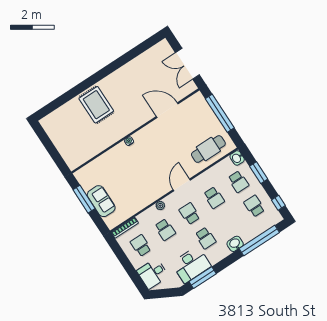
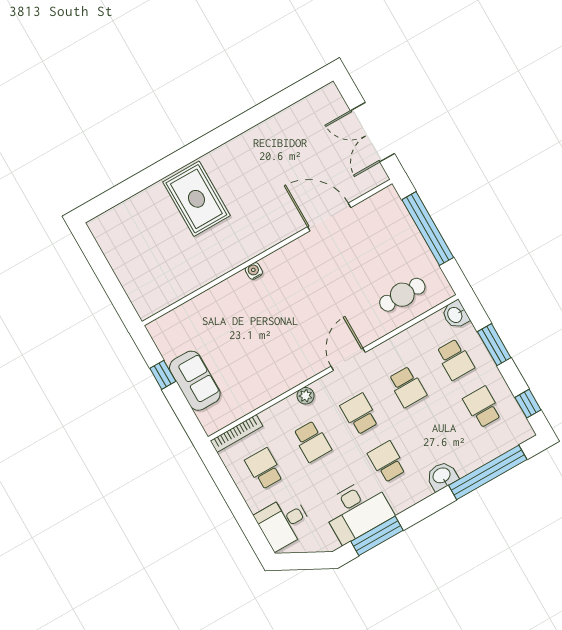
cafe table: (208, 149) -> (402, 295), width x0.73, depth x0.74
window: (84, 199) -> (163, 375), width x0.46
school desk: (206, 238) -> (387, 462), turned 180

